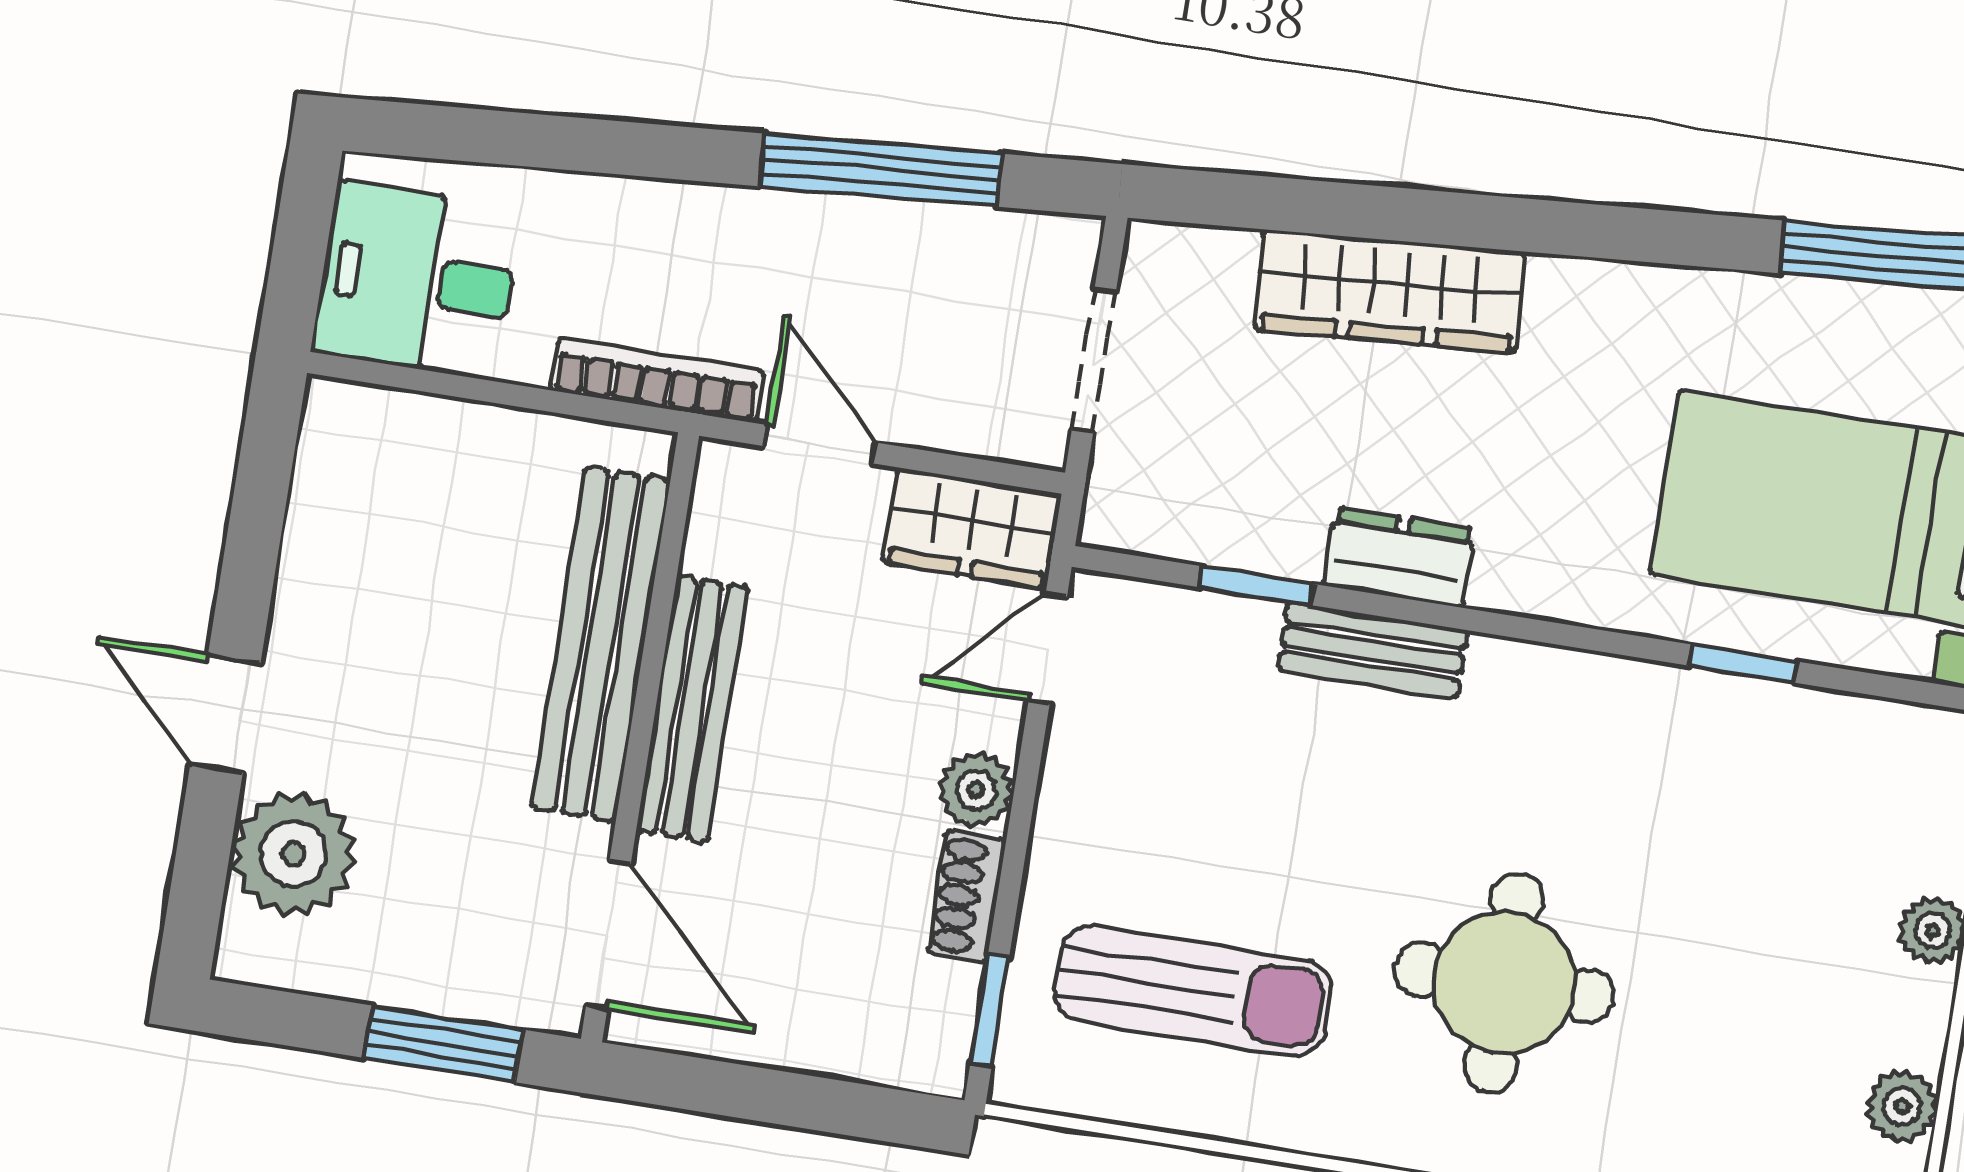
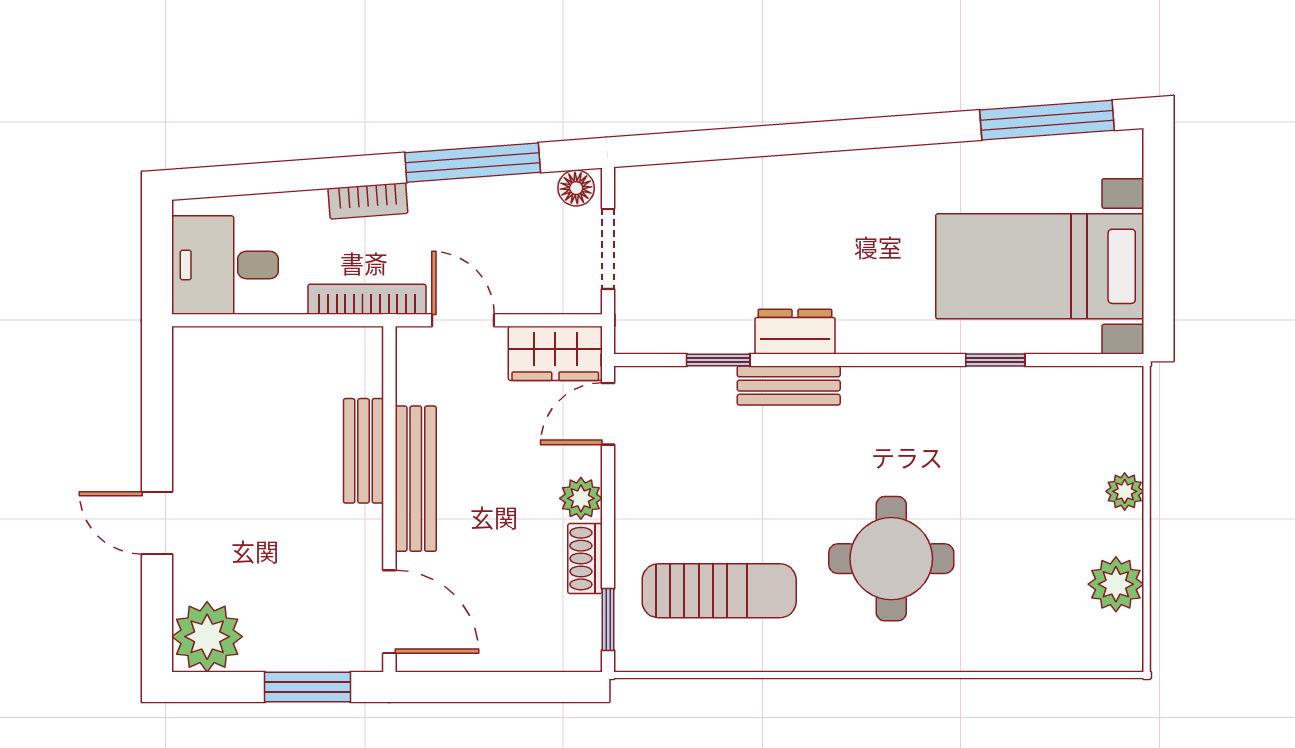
bookcase: (686, 208) -> (368, 201), added
floor lamp: (1055, 244) -> (576, 188), added
wardrobe: (1389, 291) -> (766, 184), removed
bench: (601, 644) -> (363, 451), width x0.54, depth x0.82
plant: (293, 854) -> (207, 637), moved
plant: (1902, 1106) -> (1116, 584), width x1.38, depth x1.38

